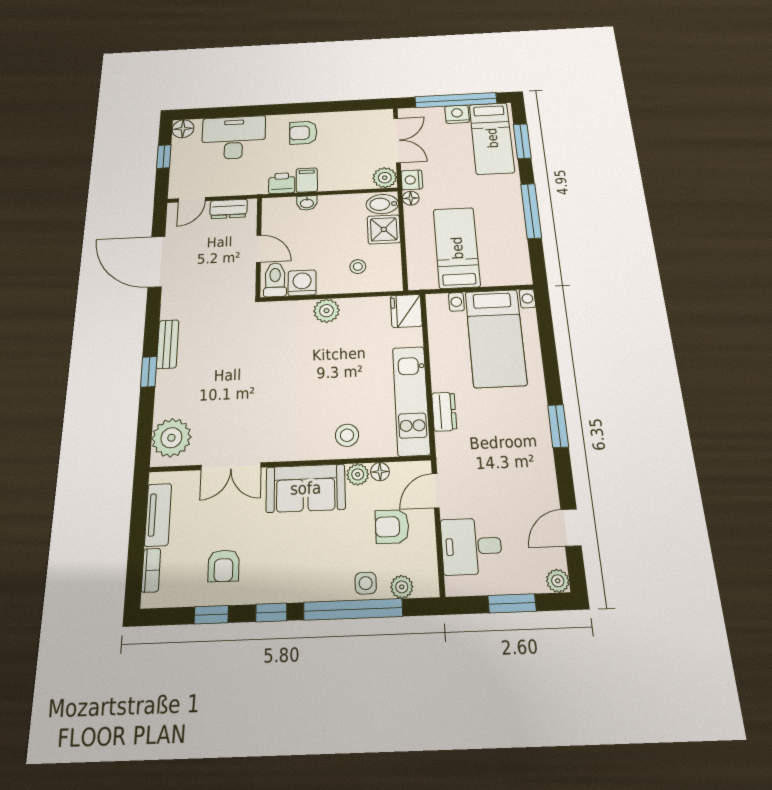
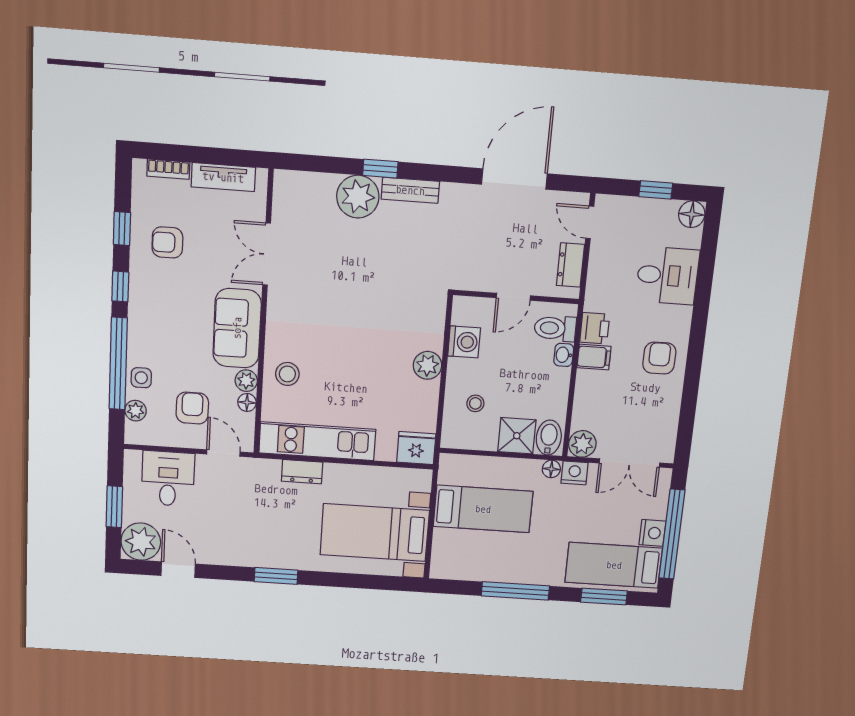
desk: (234, 138) -> (667, 276), width x0.73
toilet: (275, 280) -> (555, 328), moved, turned 180
plant: (171, 438) -> (358, 197), moved
plant: (558, 581) -> (141, 542), width x1.88, depth x1.88

